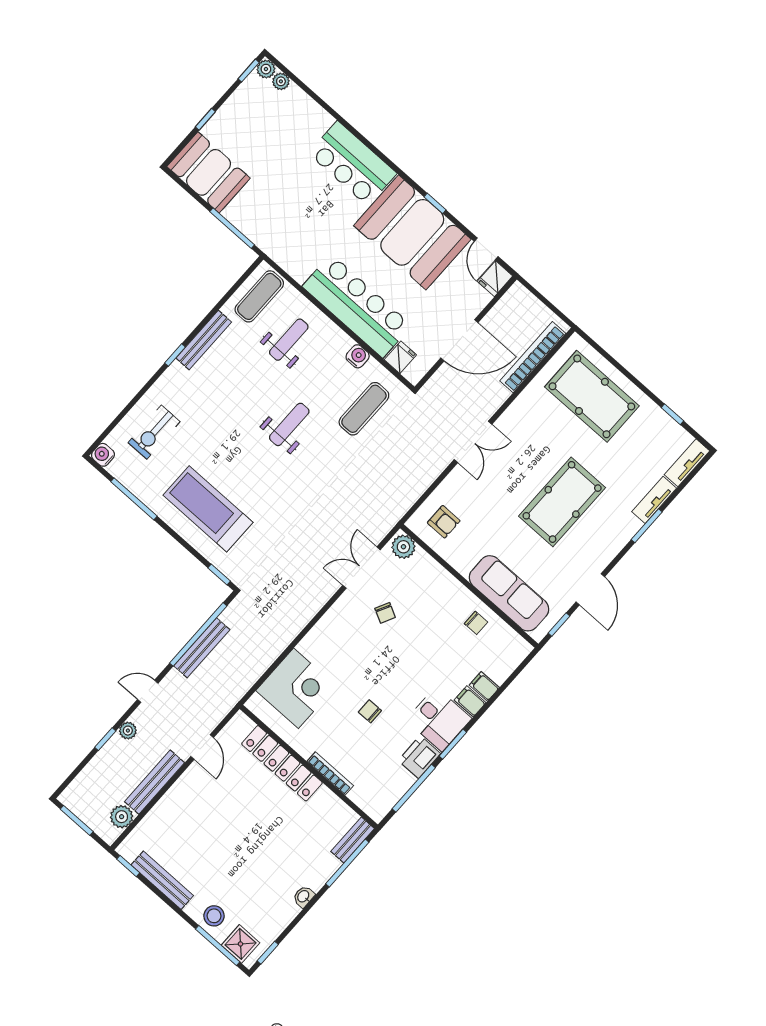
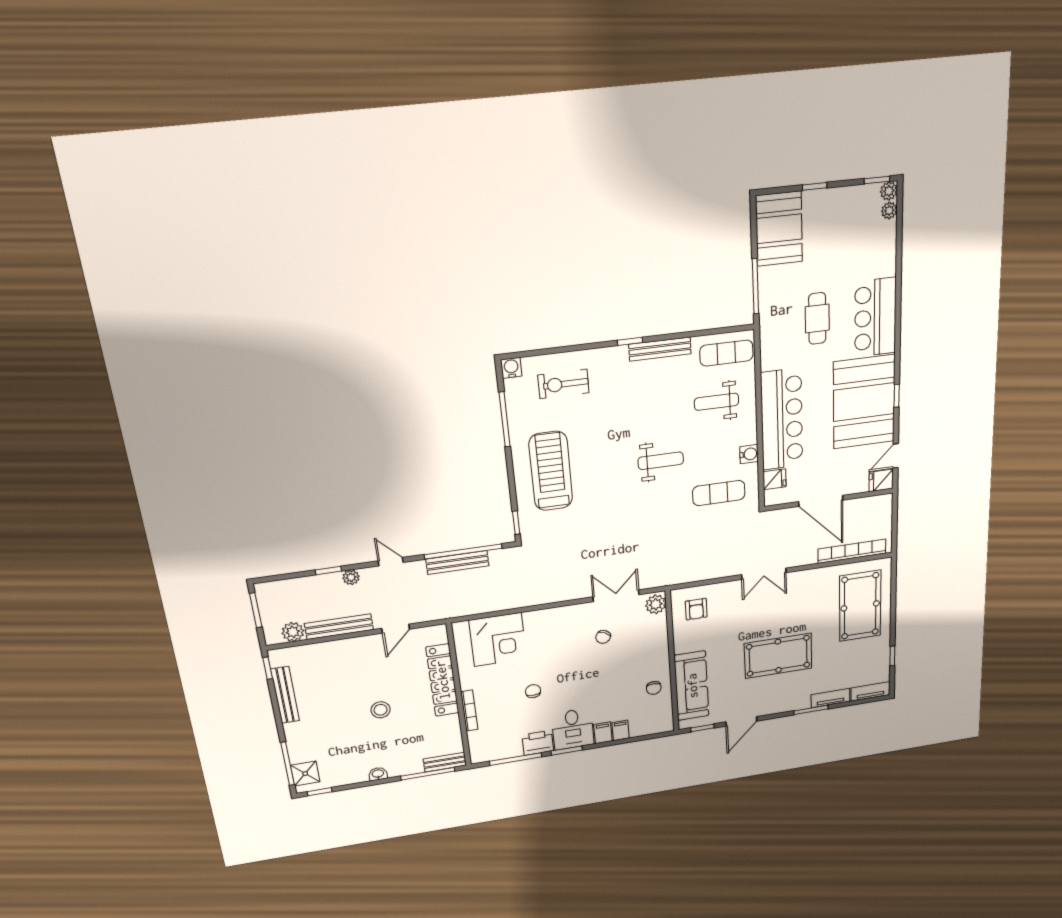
cafe table: (306, 207) -> (817, 318), added
weight bench: (289, 340) -> (717, 402), turned 180
stool: (214, 916) -> (381, 710), moved

